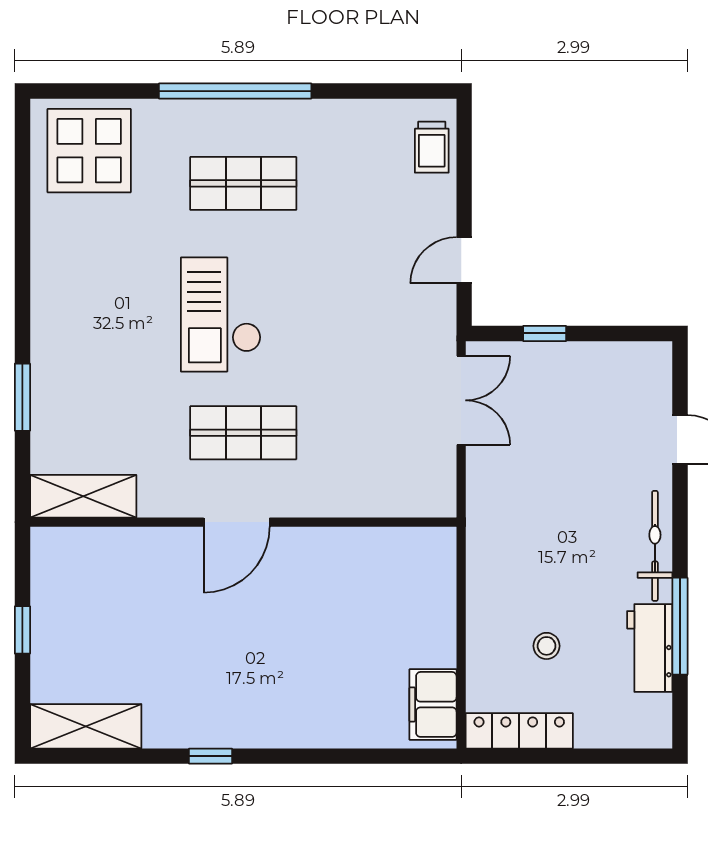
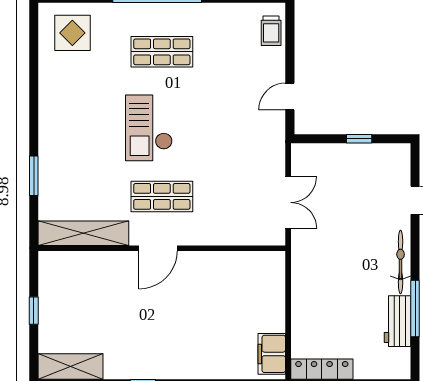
display table: (89, 151) -> (72, 33), width x0.73, depth x0.73
window: (545, 333) -> (359, 139), moved
double door: (461, 400) -> (288, 202), moved
shelving: (83, 496) -> (83, 233), width x1.47
stool: (547, 646) -> (338, 320), removed

